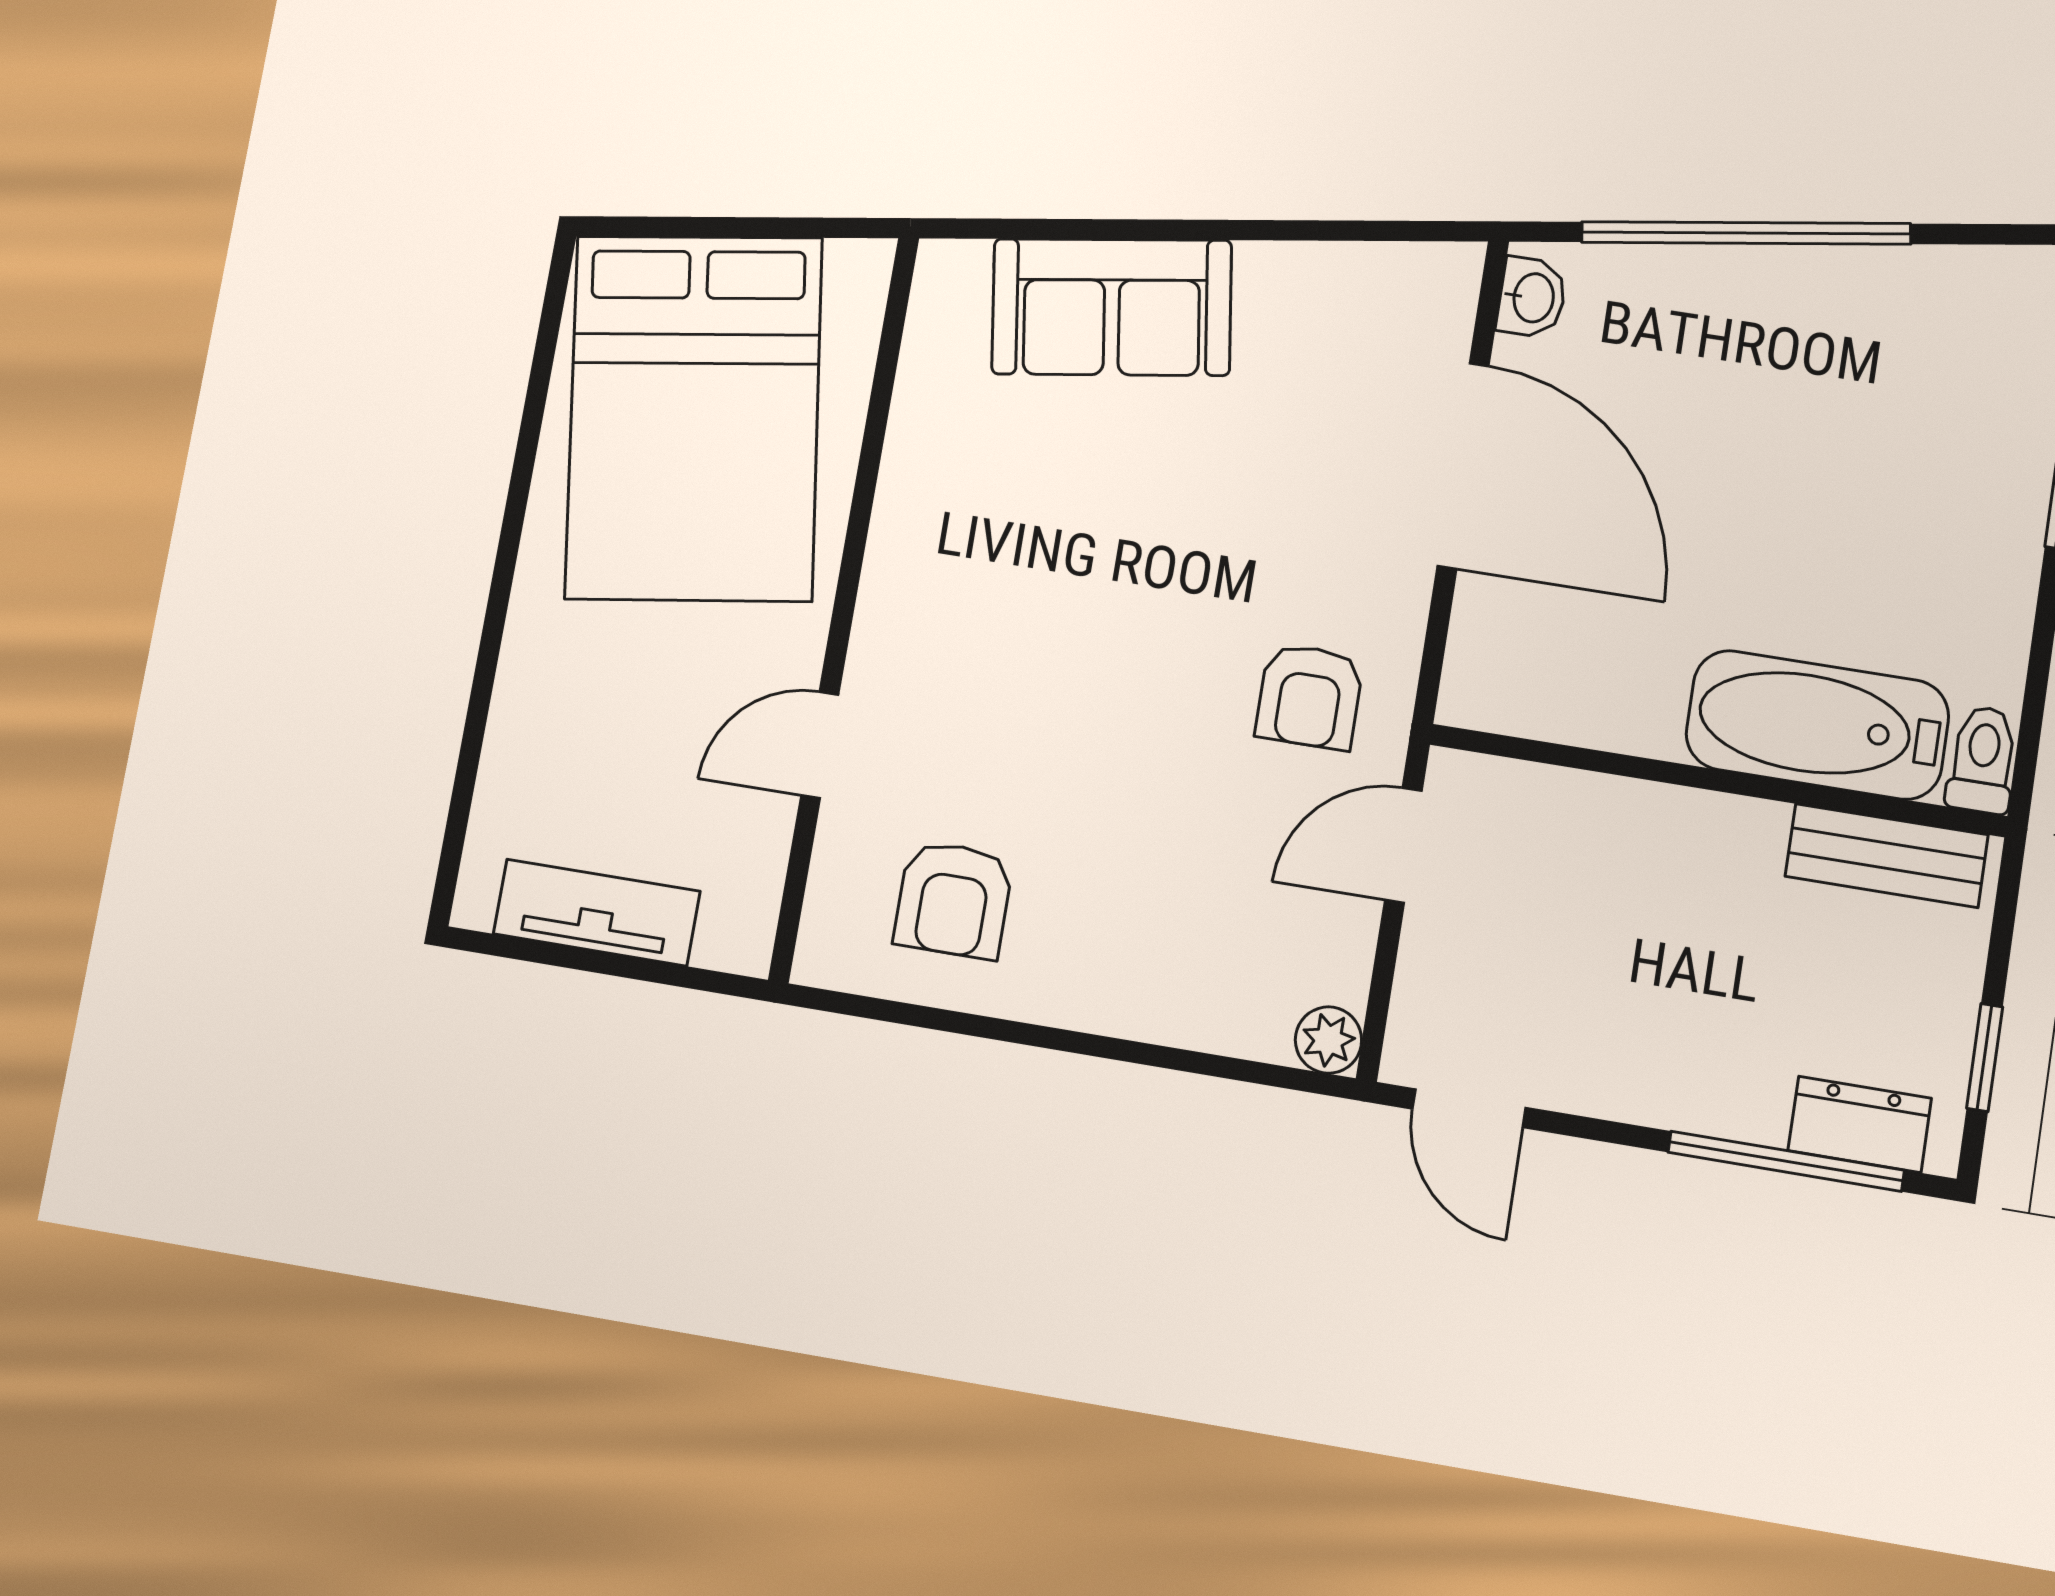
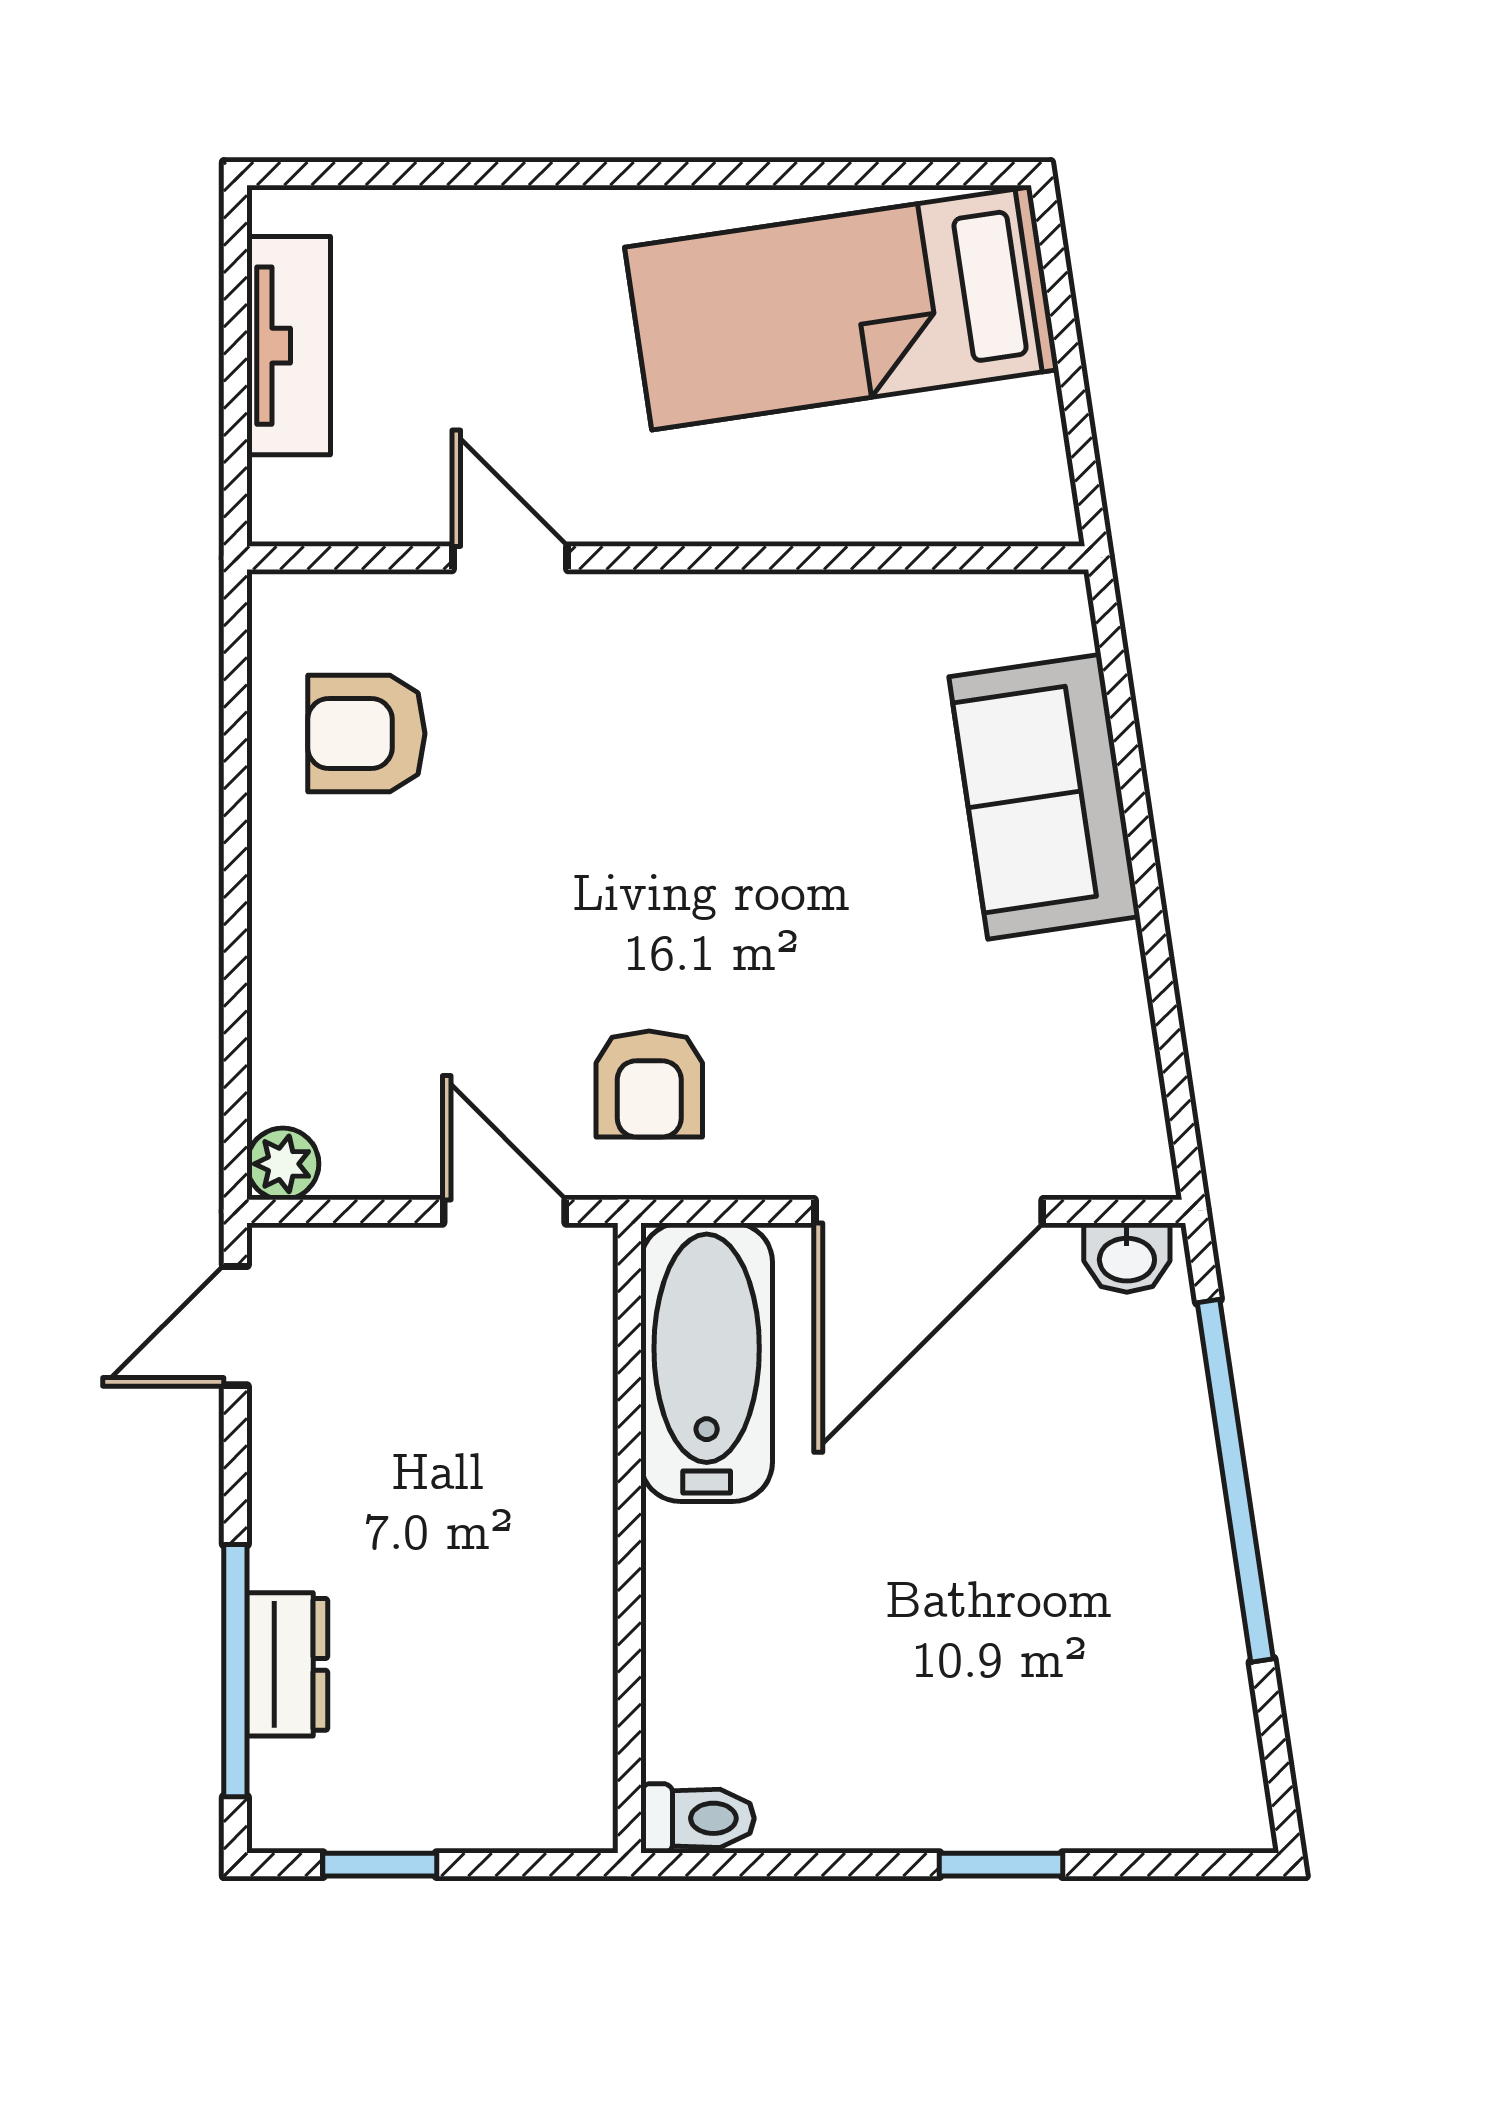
bed: (694, 418) -> (842, 308), width x0.67
armchair: (1309, 696) -> (649, 1084), turned -90
bathtub: (1817, 725) -> (707, 1362), moved
bench: (1887, 856) -> (578, 1731), removed
dresser: (1860, 1124) -> (287, 1664), moved

